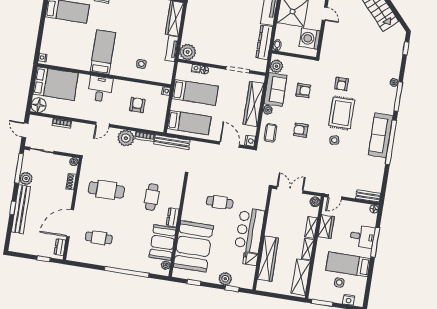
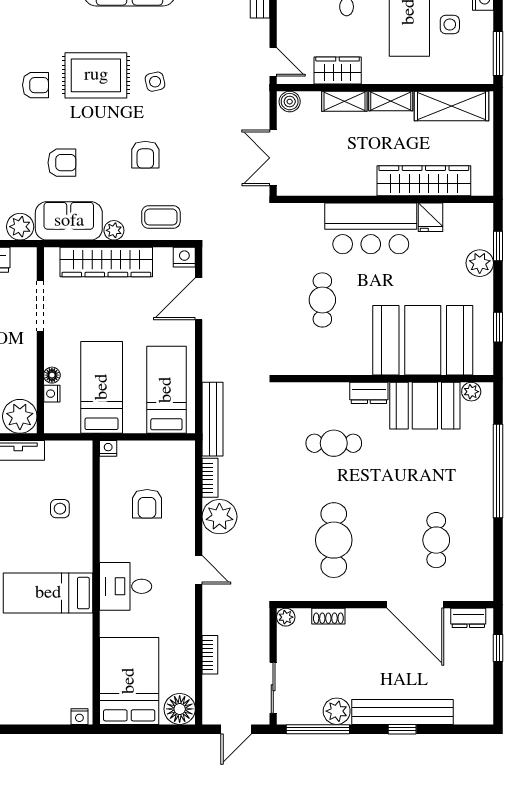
armchair: (303, 91) -> (62, 163), turned 90
armchair: (137, 105) -> (147, 504), turned -90

